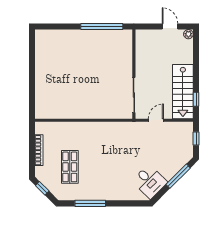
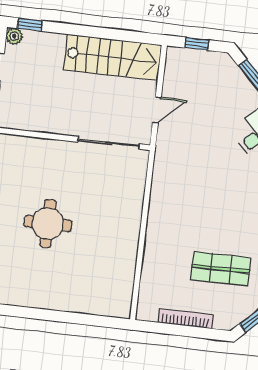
round table: (84, 66) -> (48, 224), added
window: (196, 99) -> (30, 25), moved
door: (156, 120) -> (157, 110), swing flipped

